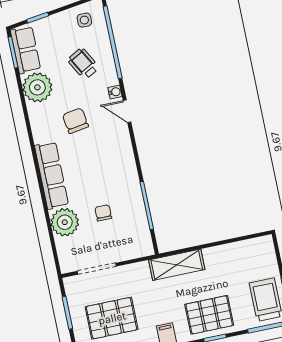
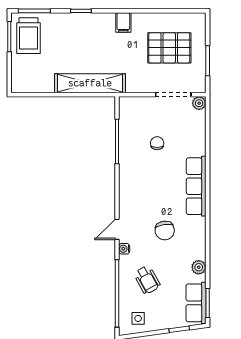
plant: (37, 87) -> (199, 267), width x0.53, depth x0.53
door: (127, 111) -> (117, 229), swing flipped
chair: (103, 213) -> (157, 143), turned 180
plant: (65, 222) -> (199, 103), moved, width x0.53, depth x0.53
shelving: (177, 265) -> (90, 83), width x1.47
pallet: (209, 315) -> (82, 33), removed

